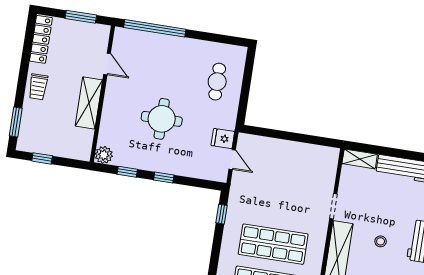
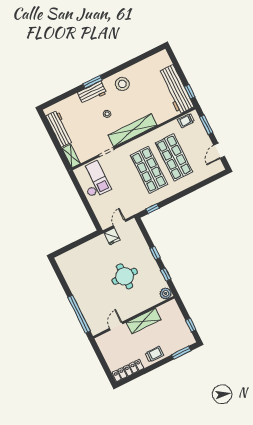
window: (81, 17) -> (101, 358), removed
cafe table: (217, 82) -> (84, 261), removed
checkout: (310, 167) -> (94, 180), added

